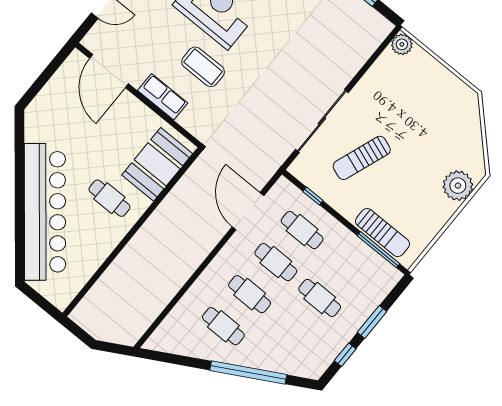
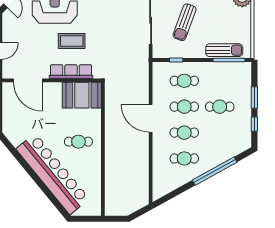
row of seats: (163, 97) -> (71, 72), width x1.48
booth: (157, 164) -> (82, 95), moved, turned 90
door: (248, 211) -> (151, 118), moved

